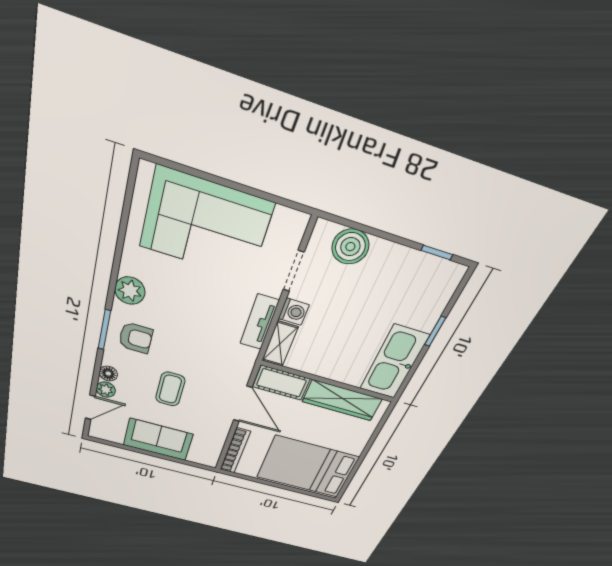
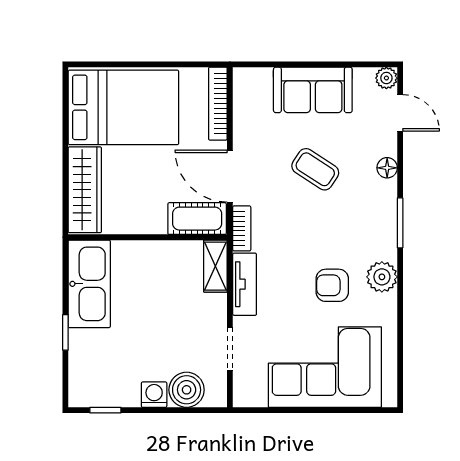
washing machine: (294, 312) -> (154, 395), moved, turned 90
armchair: (136, 338) -> (332, 285), moved
bookcase: (246, 365) -> (242, 228), added
coffee table: (170, 389) -> (315, 169), turned -57
plant: (106, 390) -> (386, 78), moved
wardrobe: (342, 400) -> (85, 190), moved, turned 90
door: (90, 407) -> (400, 113), swing flipped

